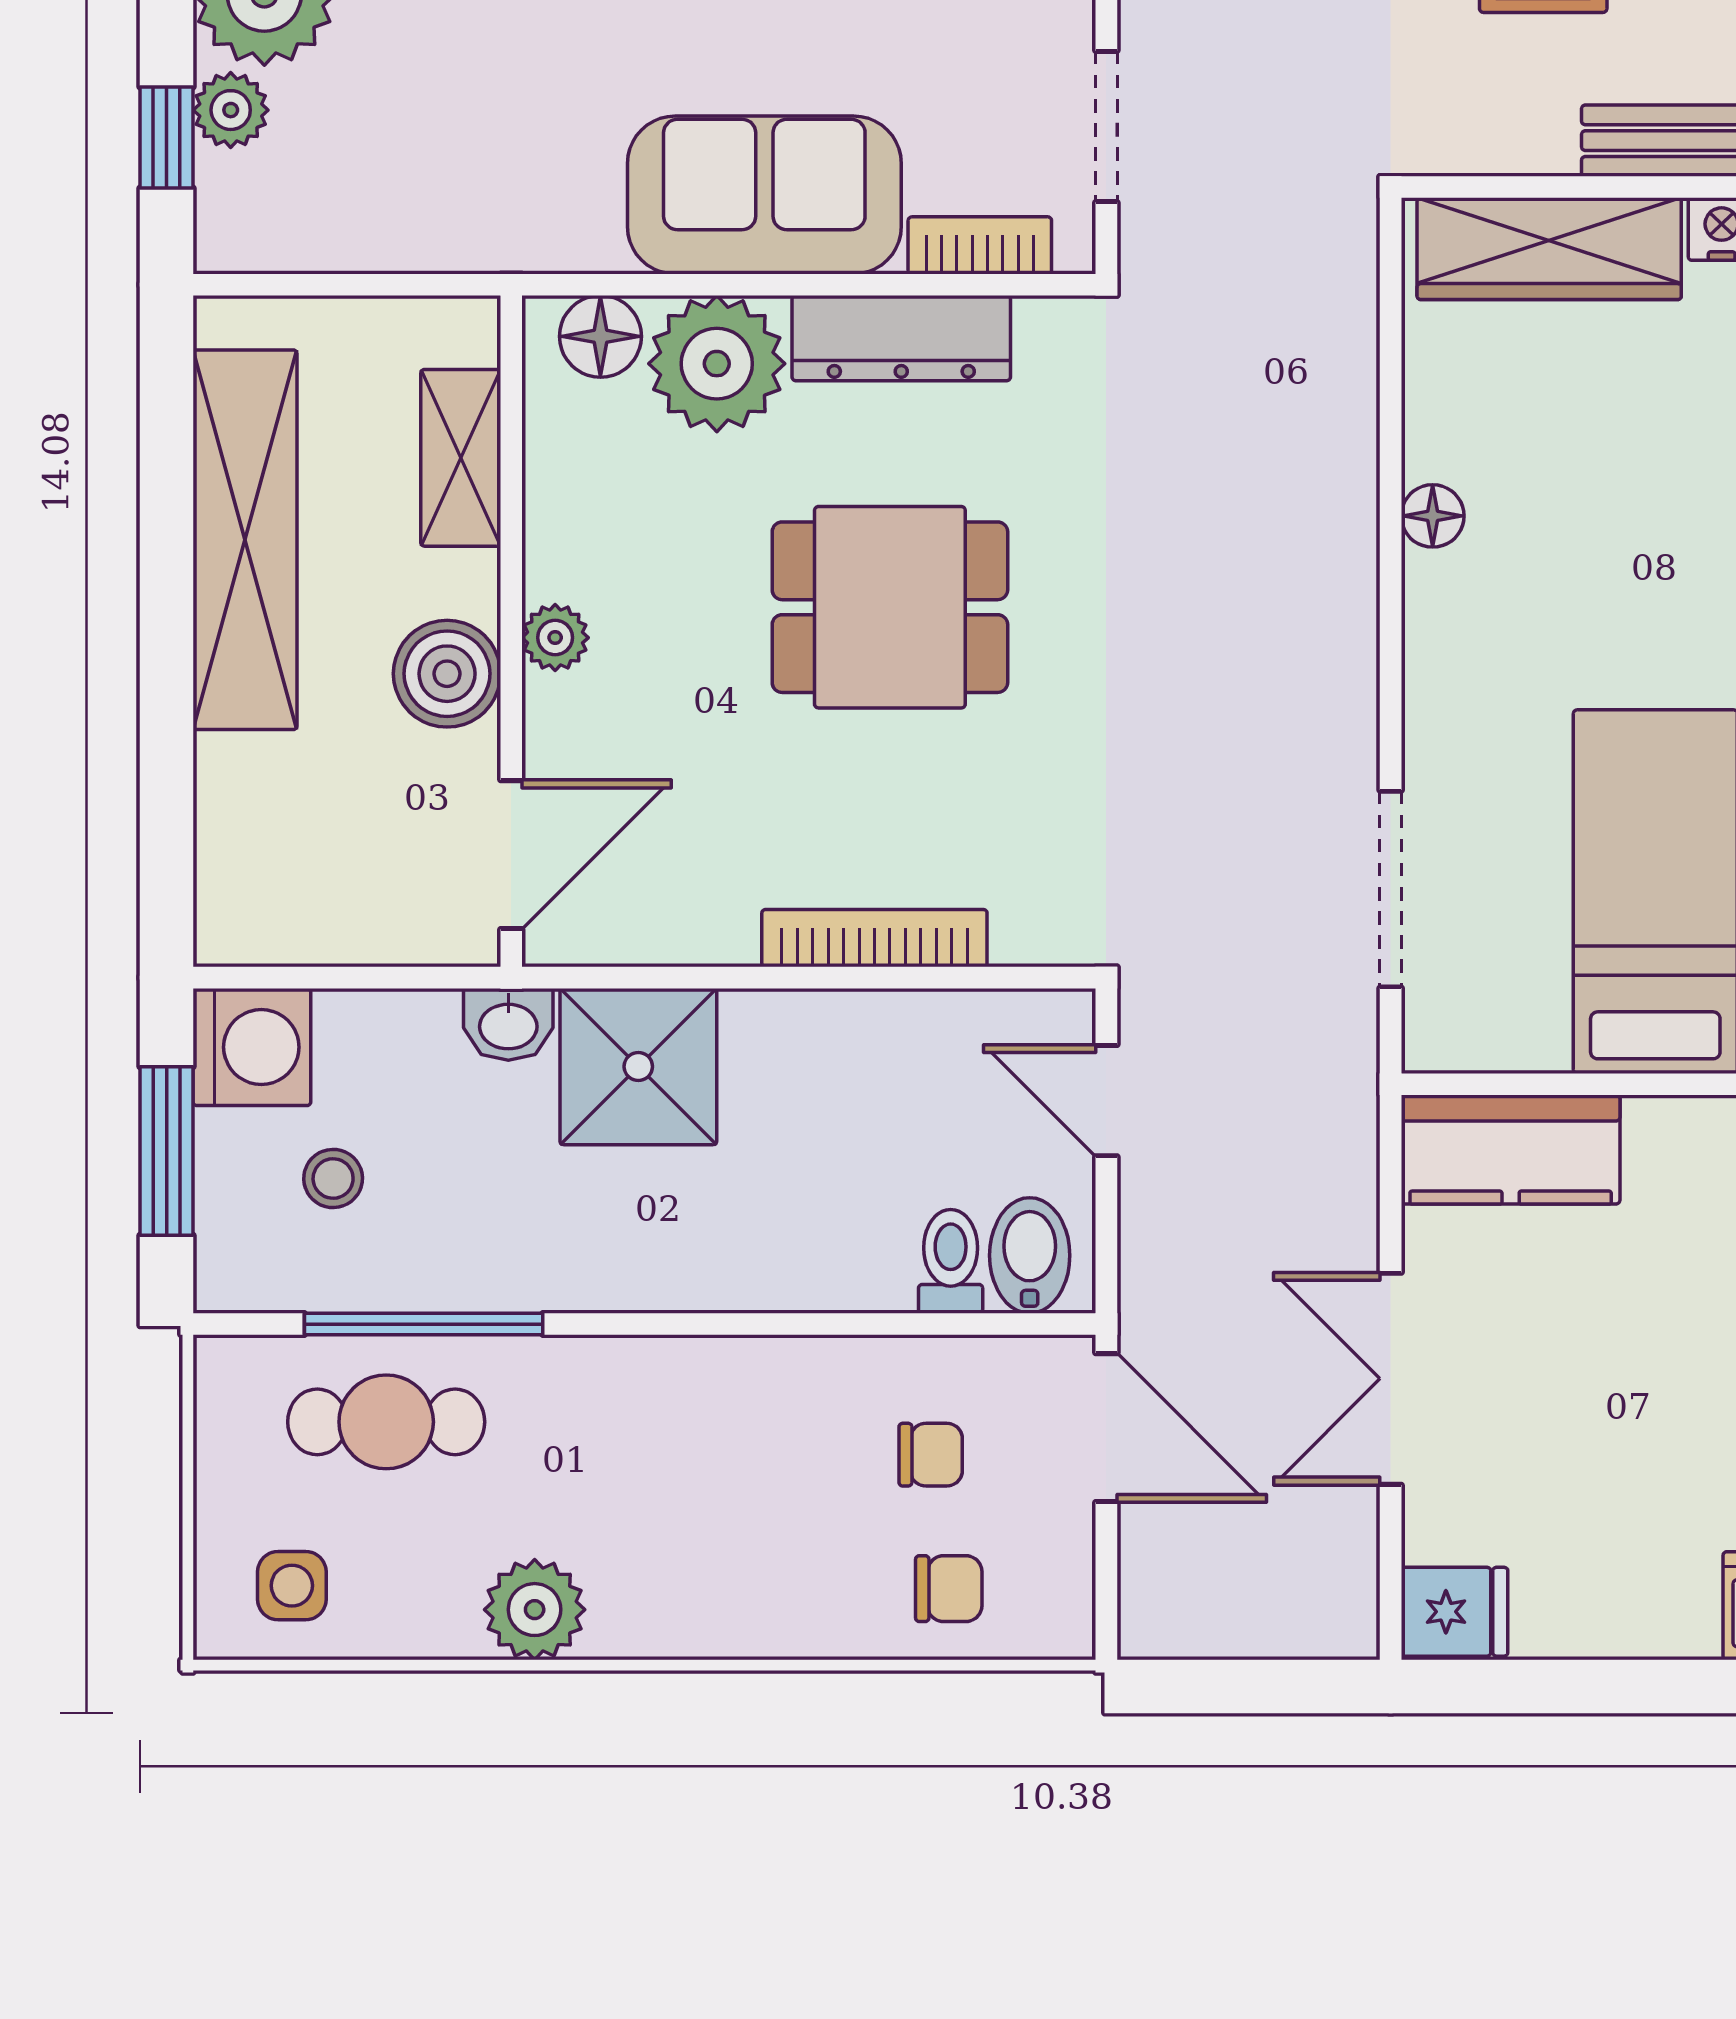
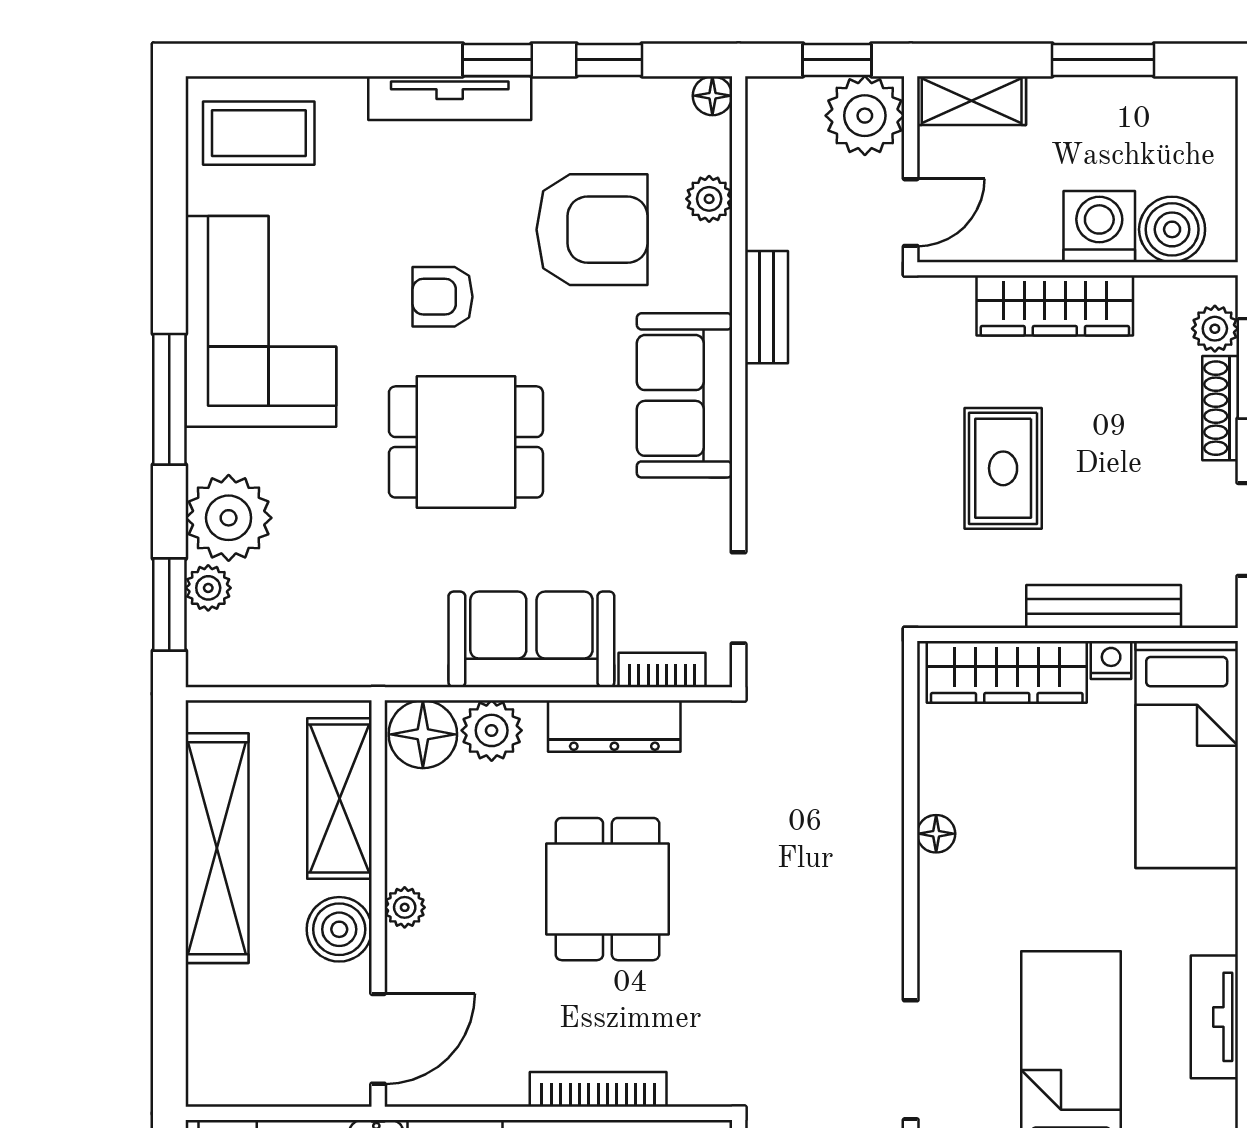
window: (167, 138) -> (169, 605), width x1.50
floor lamp: (600, 336) -> (423, 734), width x1.38, depth x1.38
plant: (717, 364) -> (492, 730), width x0.73, depth x0.73
shelving: (461, 458) -> (339, 799), width x1.50, depth x1.33
dining table: (890, 607) -> (607, 889), turned 90

